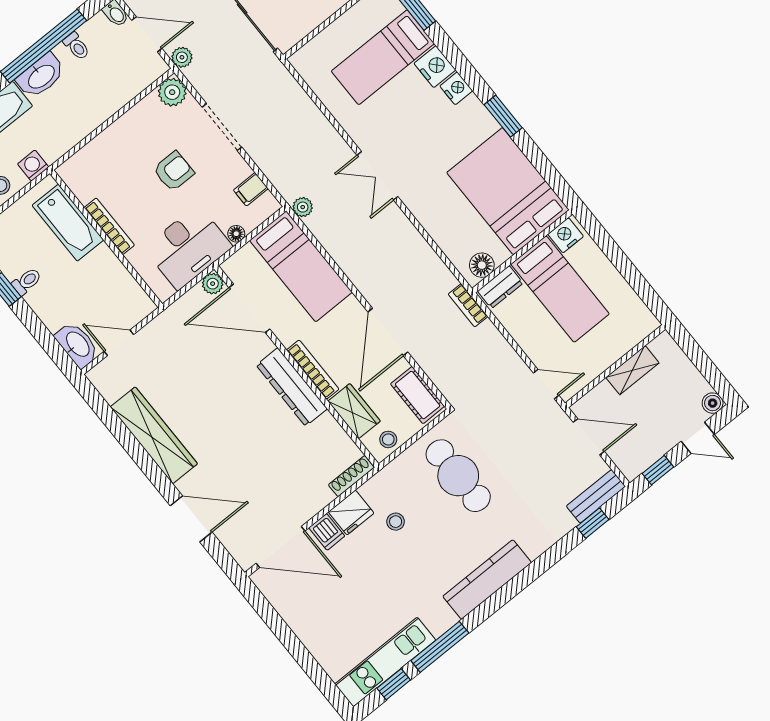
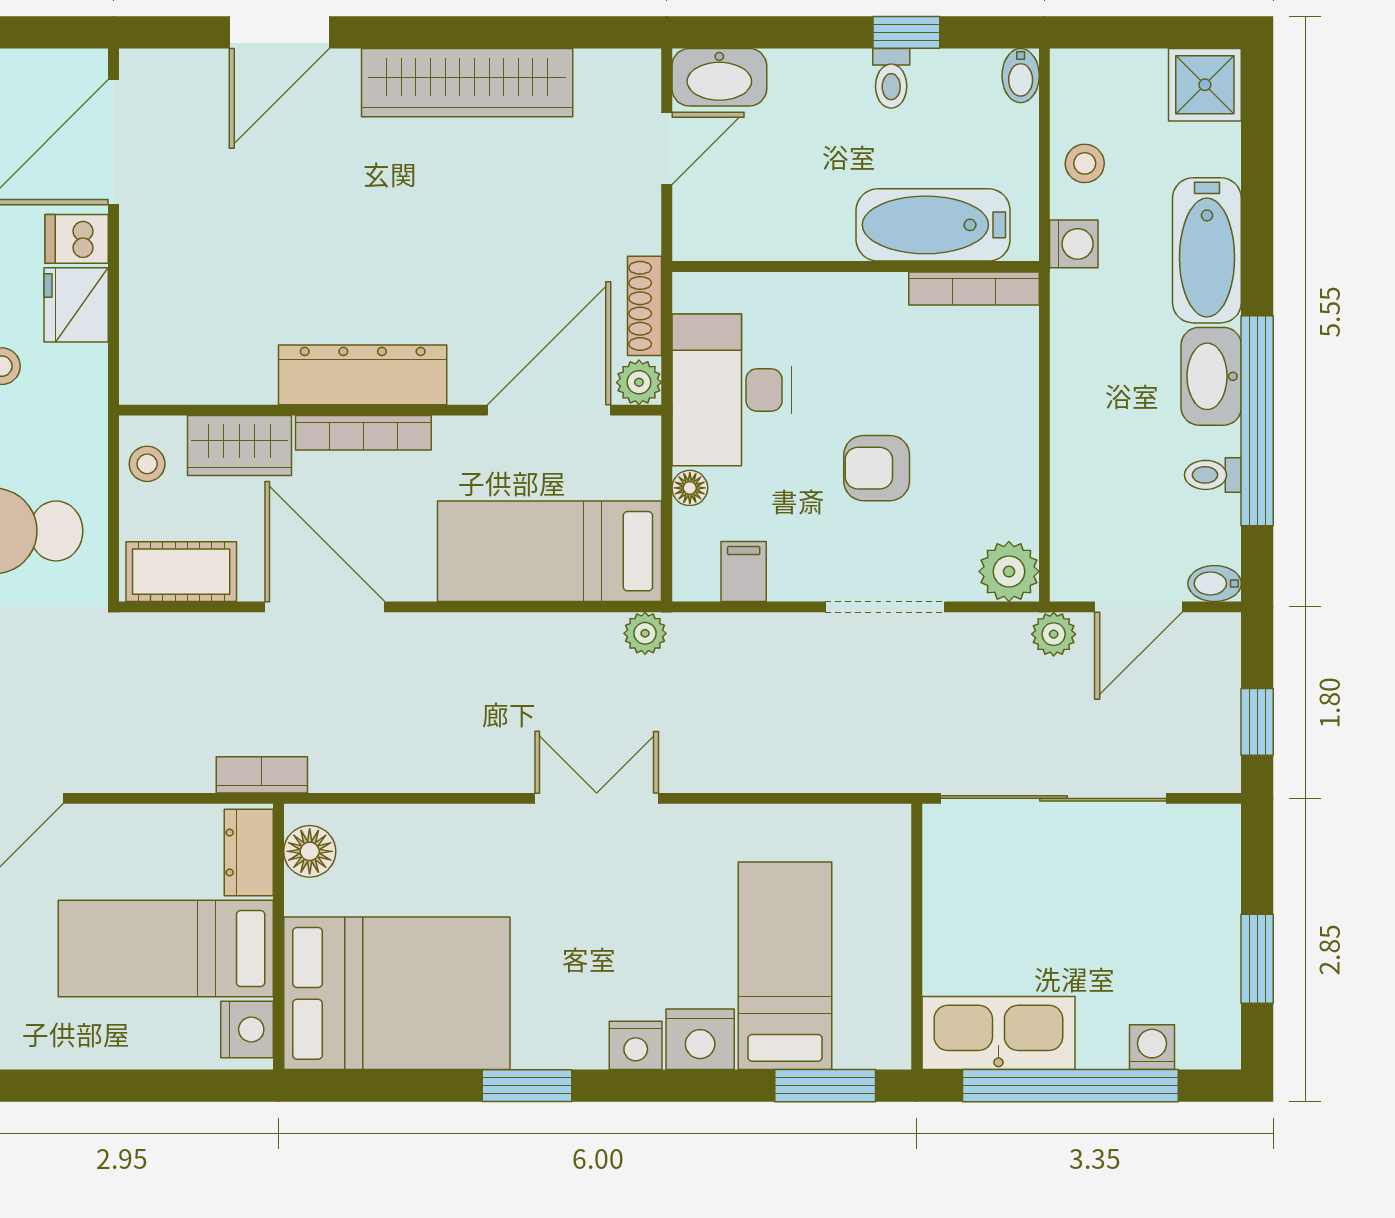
armchair: (174, 171) -> (877, 468), turned 90
bookcase: (109, 226) -> (974, 288), moved
shoe rack: (351, 476) -> (645, 306), moved, turned 180

